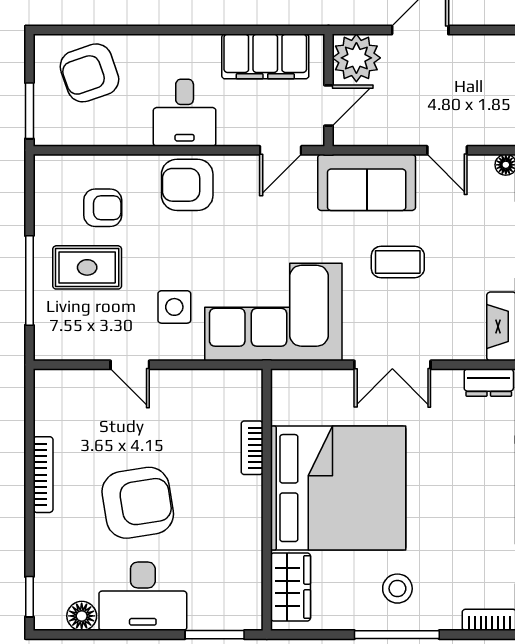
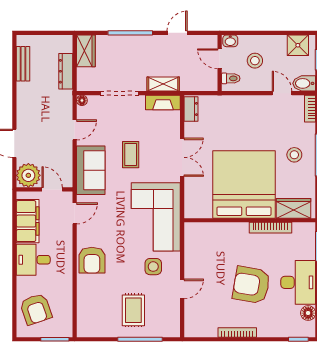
desk: (185, 113) -> (33, 260), moved, turned 180
door: (281, 150) -> (75, 213), hinge flipped
armchair: (103, 208) -> (103, 302), removed
bookcase: (252, 448) -> (270, 228), moved, width x1.56
armchair: (138, 503) -> (251, 285), turned -71

